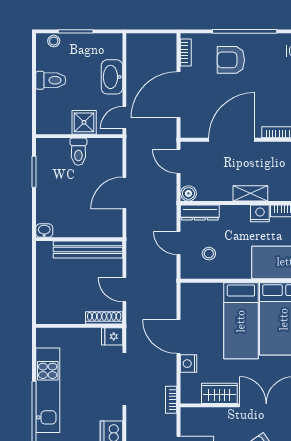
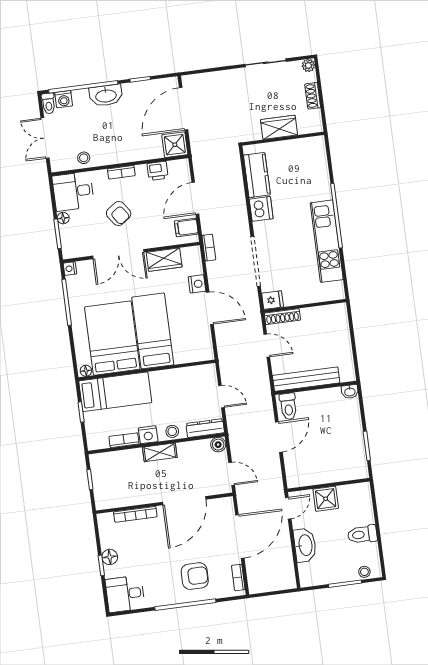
toilet: (78, 152) -> (288, 406), moved, turned 180
stool: (209, 254) -> (172, 431), moved
filing cabinet: (192, 424) -> (186, 227), added

